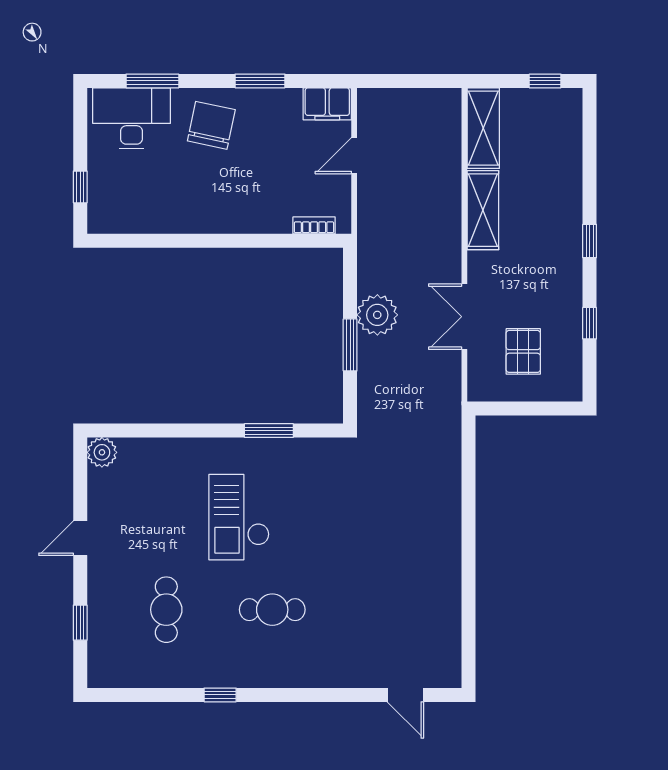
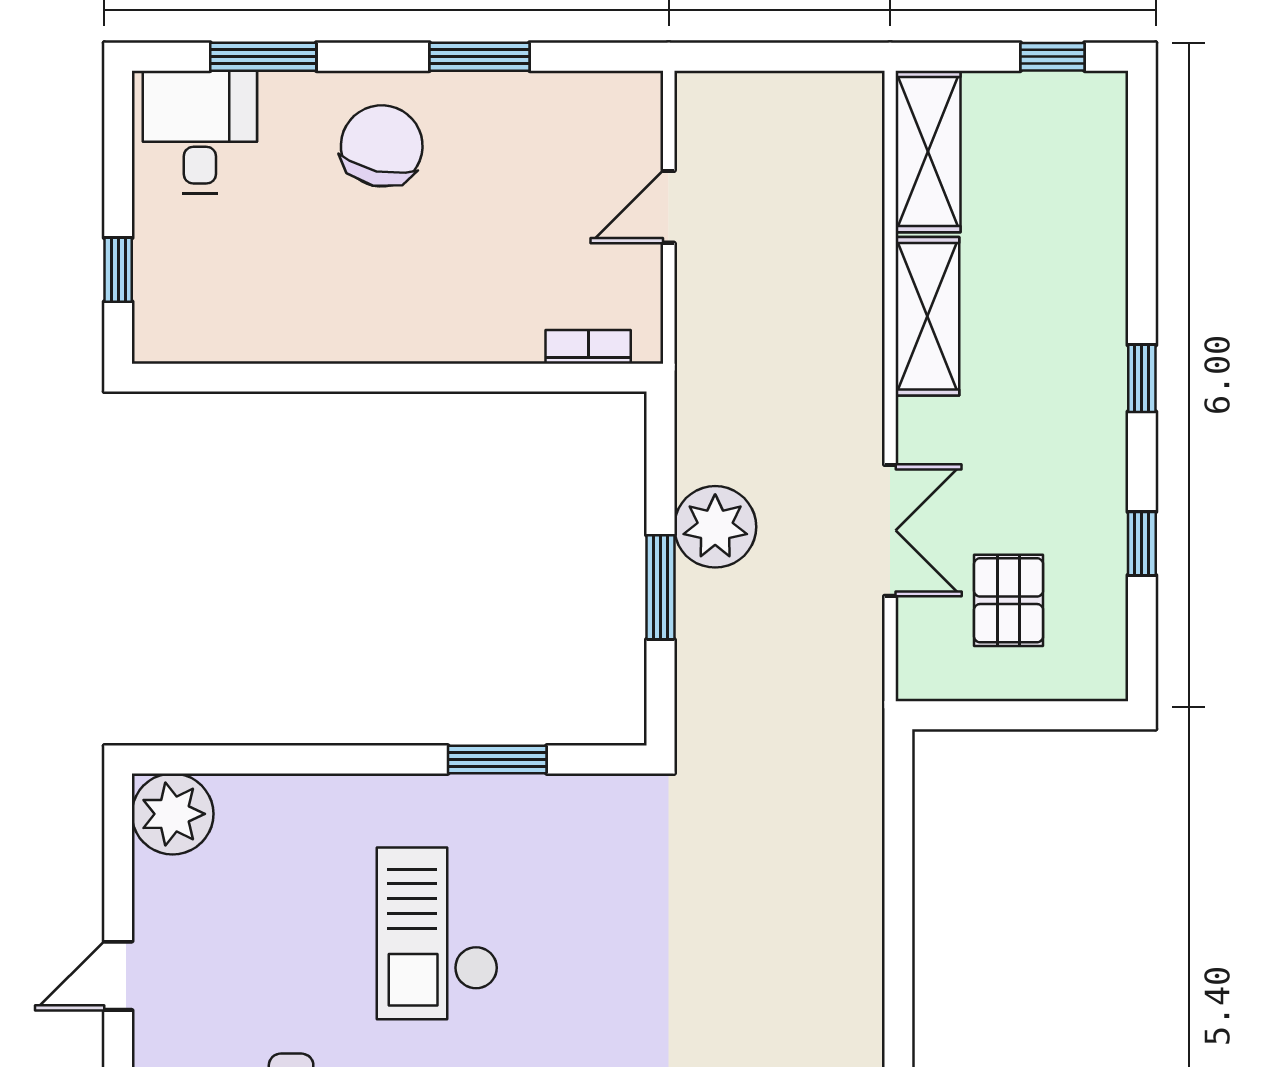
filing cabinet: (327, 104) -> (615, 103), removed
desk: (131, 118) -> (200, 132), width x0.73
double door: (464, 317) -> (890, 530), swing flipped
plant: (102, 452) -> (173, 814), width x1.36, depth x1.36

